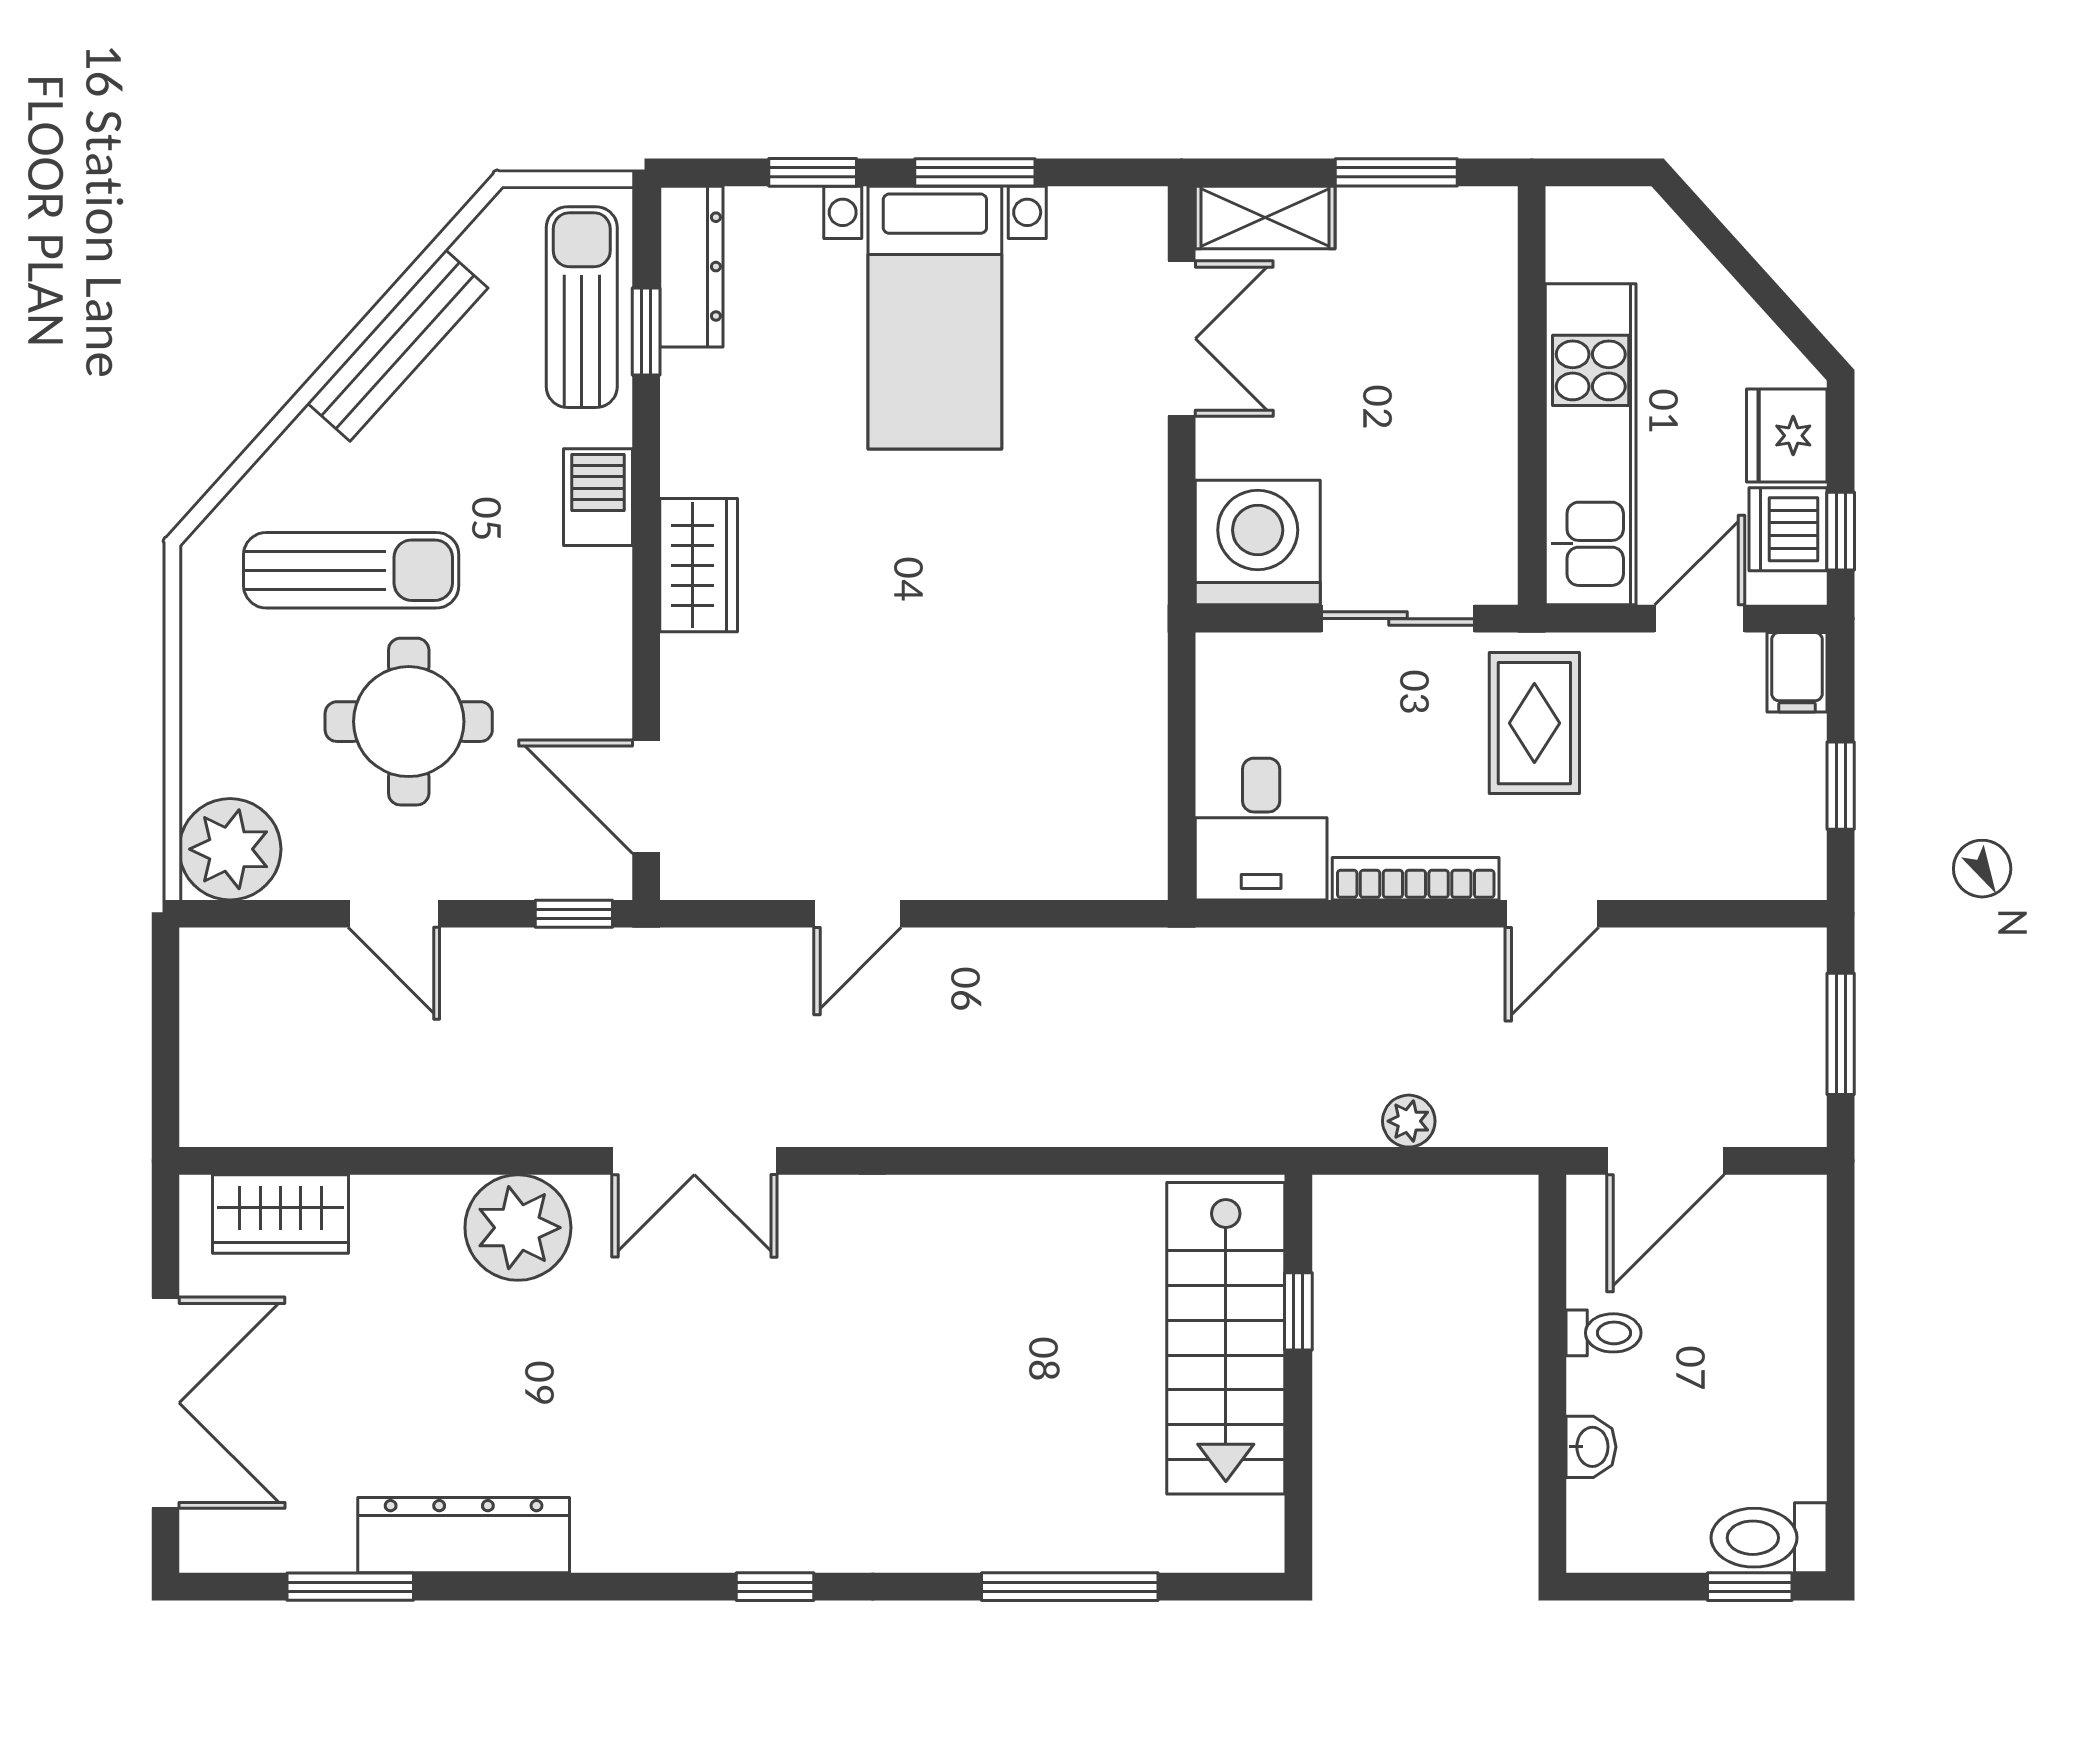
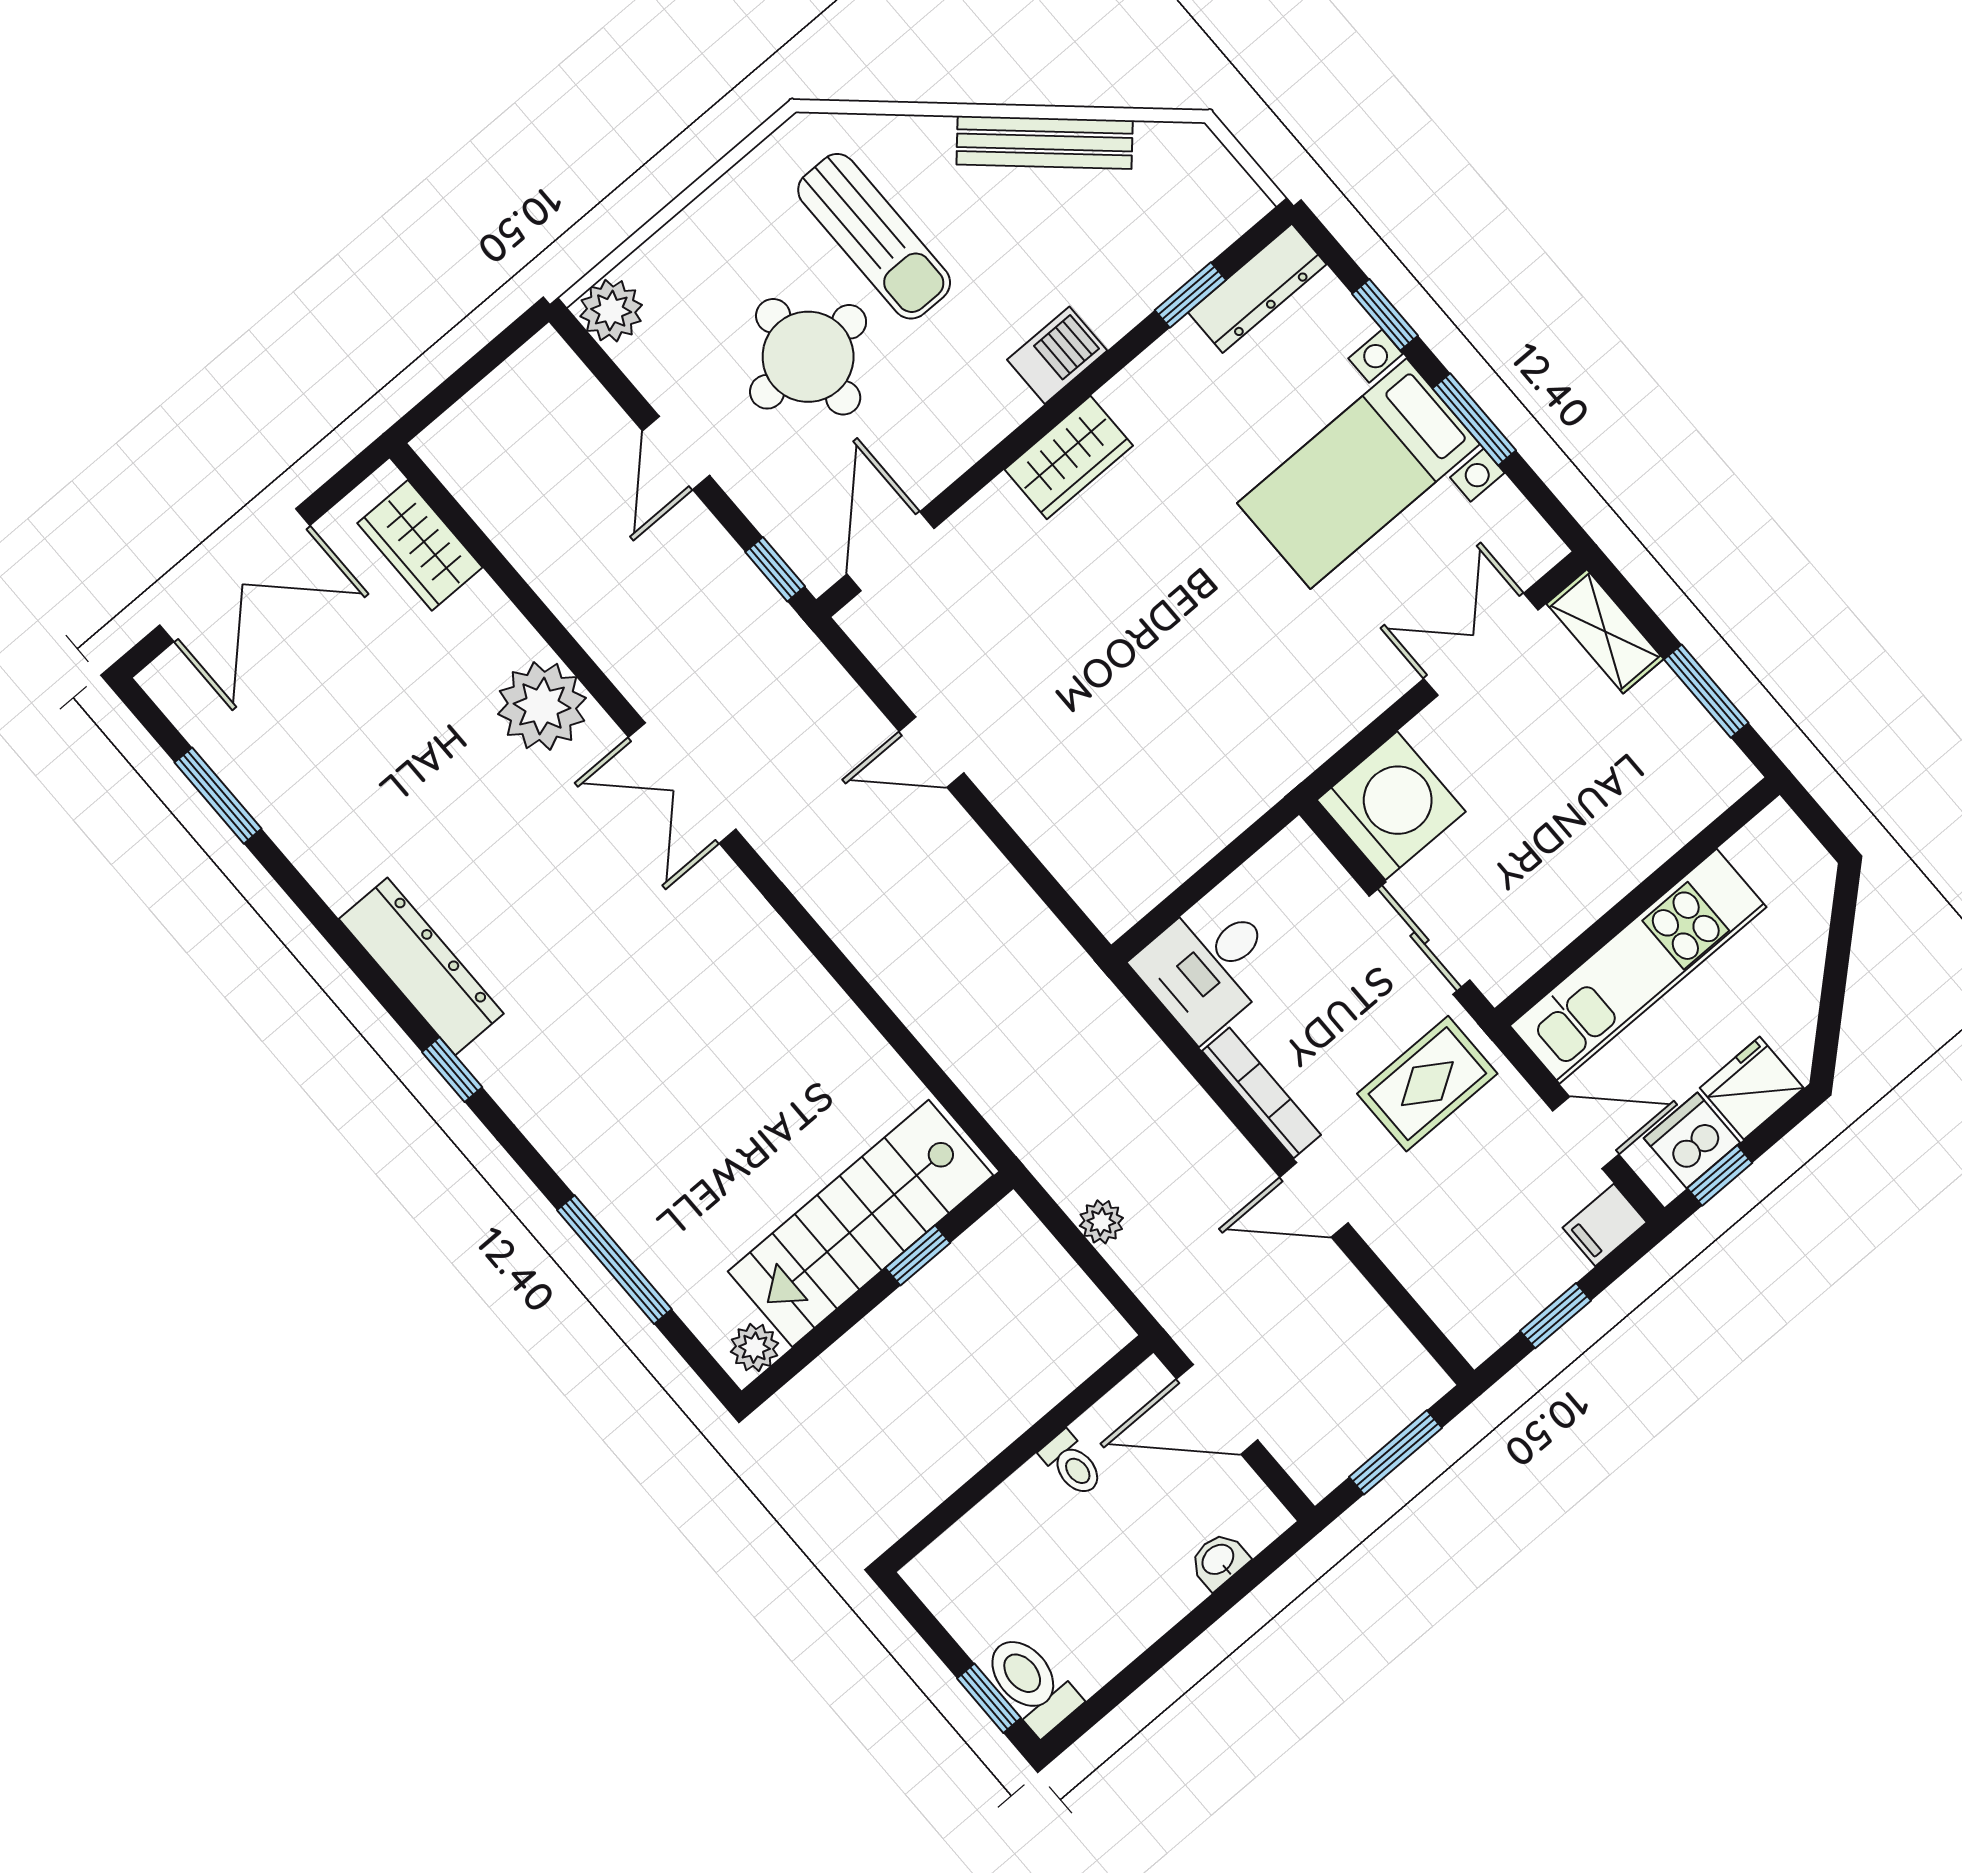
sun lounger: (582, 307) -> (1171, 240), removed
double door: (1182, 339) -> (1481, 644), swing flipped
plant: (230, 849) -> (611, 311), width x0.73, depth x0.73
washbasin: (1591, 1447) -> (1219, 1560), moved, turned 180
plant: (1256, 1528) -> (755, 1348), added
dresser: (464, 1535) -> (421, 966), moved

